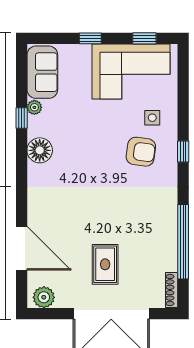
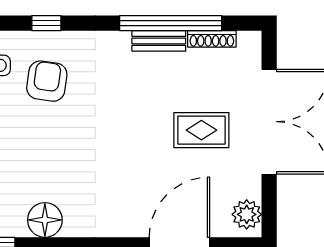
bench: (170, 233) -> (159, 41), added
shoe rack: (172, 290) -> (212, 39), moved

